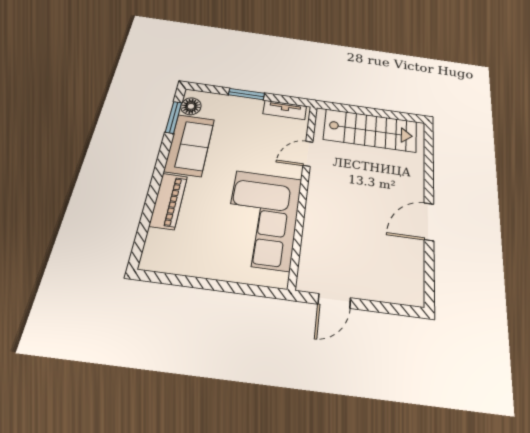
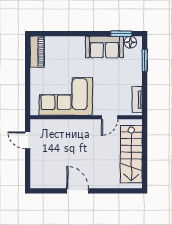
window: (246, 94) -> (145, 60), moved
door: (308, 154) -> (110, 117), swing flipped
piano: (168, 201) -> (37, 52), moved, turned -90

